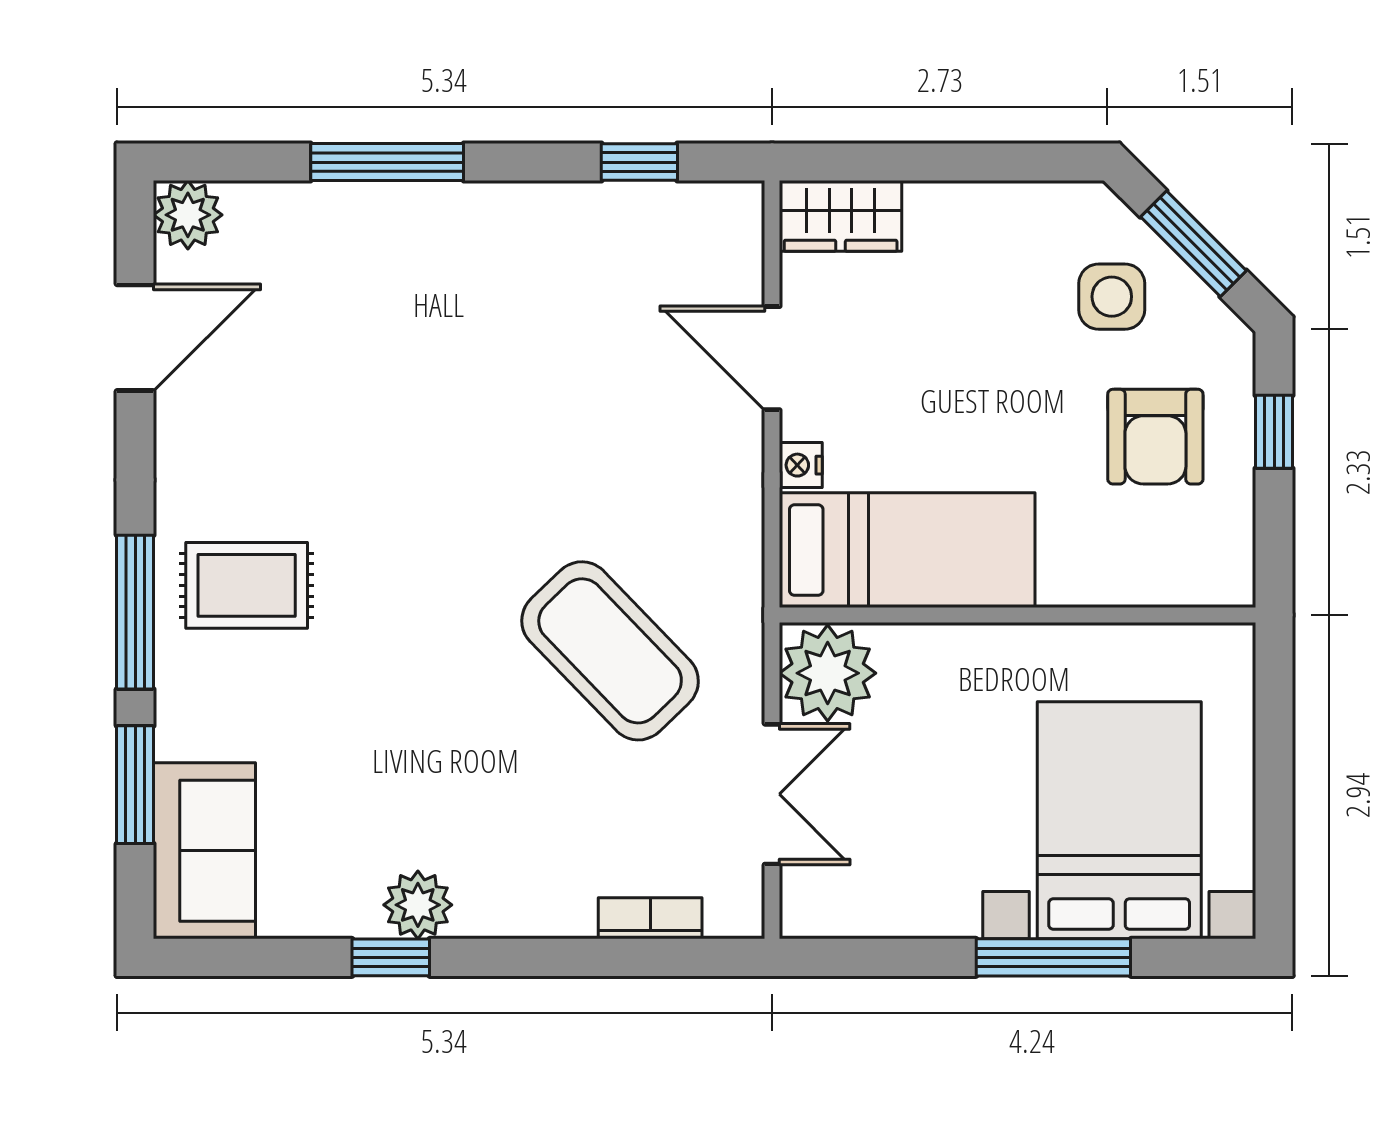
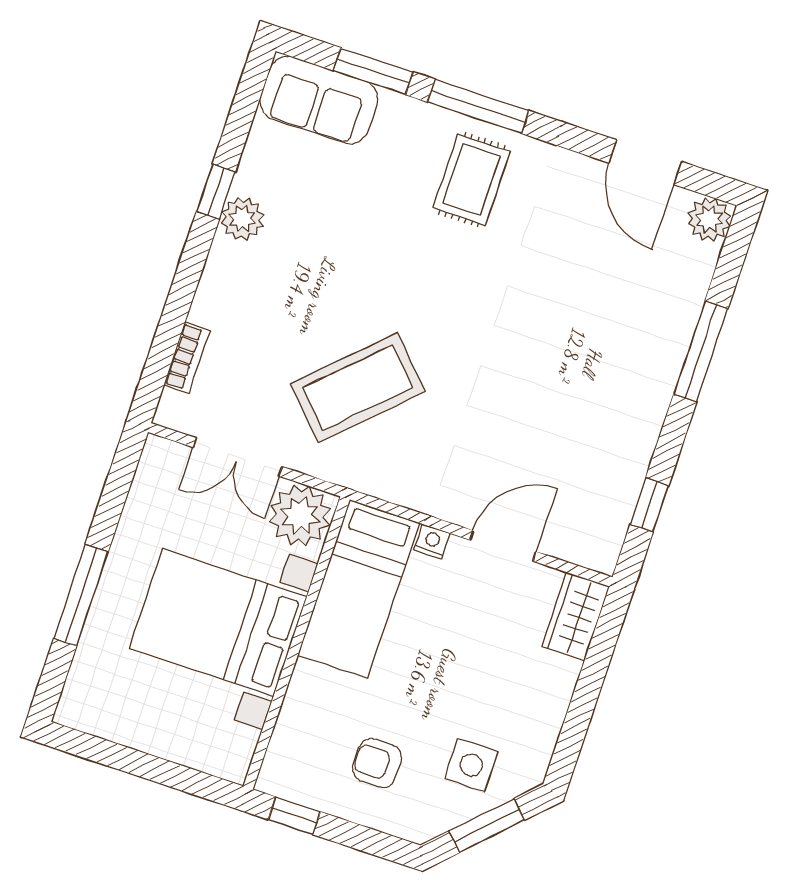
window: (1274, 432) -> (294, 816), moved
armchair: (1155, 437) -> (377, 763), width x0.72, depth x0.72
bed with nightstands: (1119, 820) -> (218, 623), moved, turned 180

